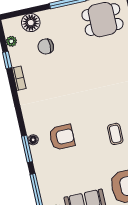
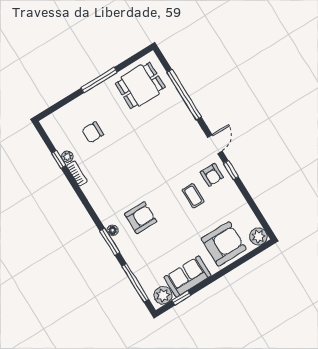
floor lamp: (31, 23) -> (69, 114), removed
plant: (11, 41) -> (67, 157), moved

